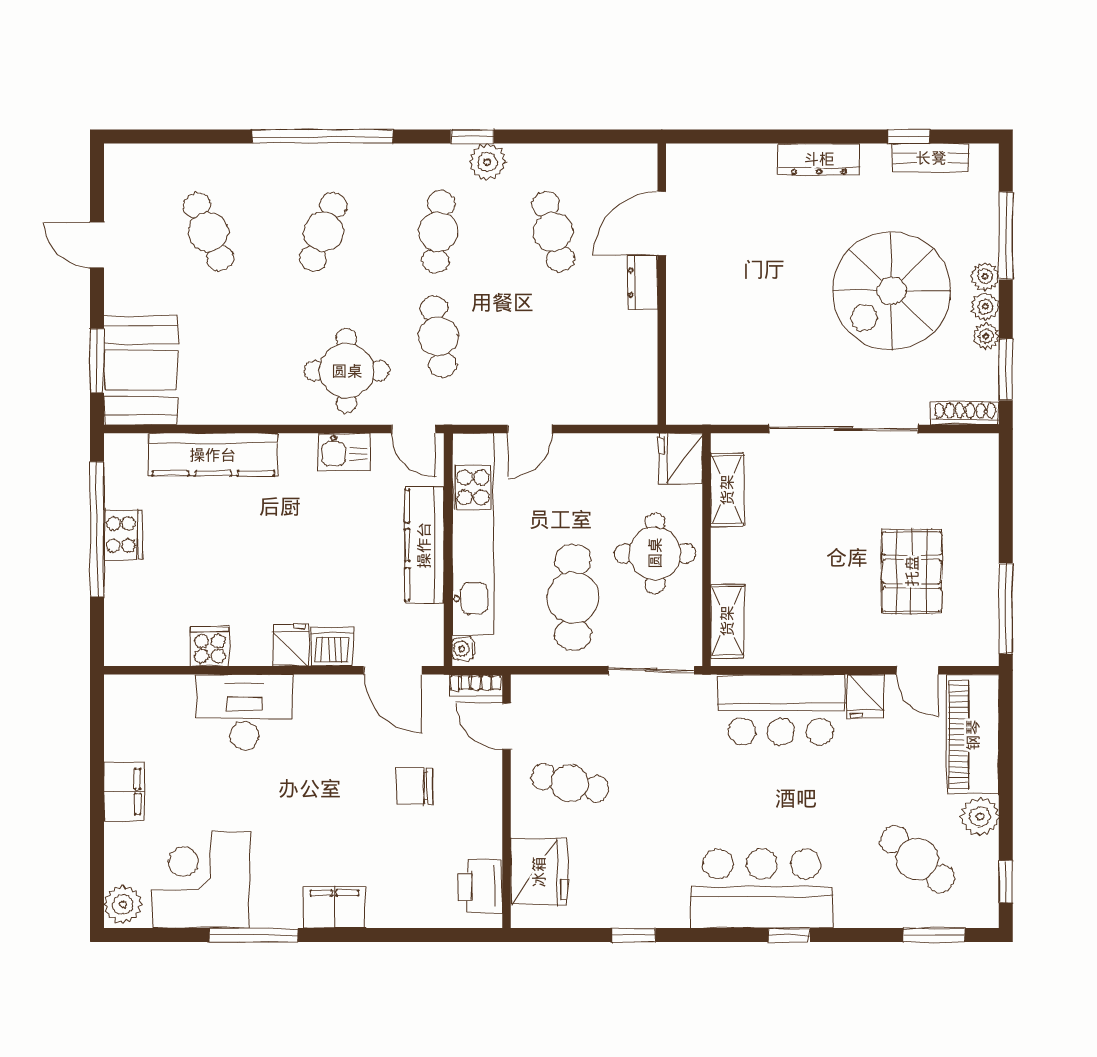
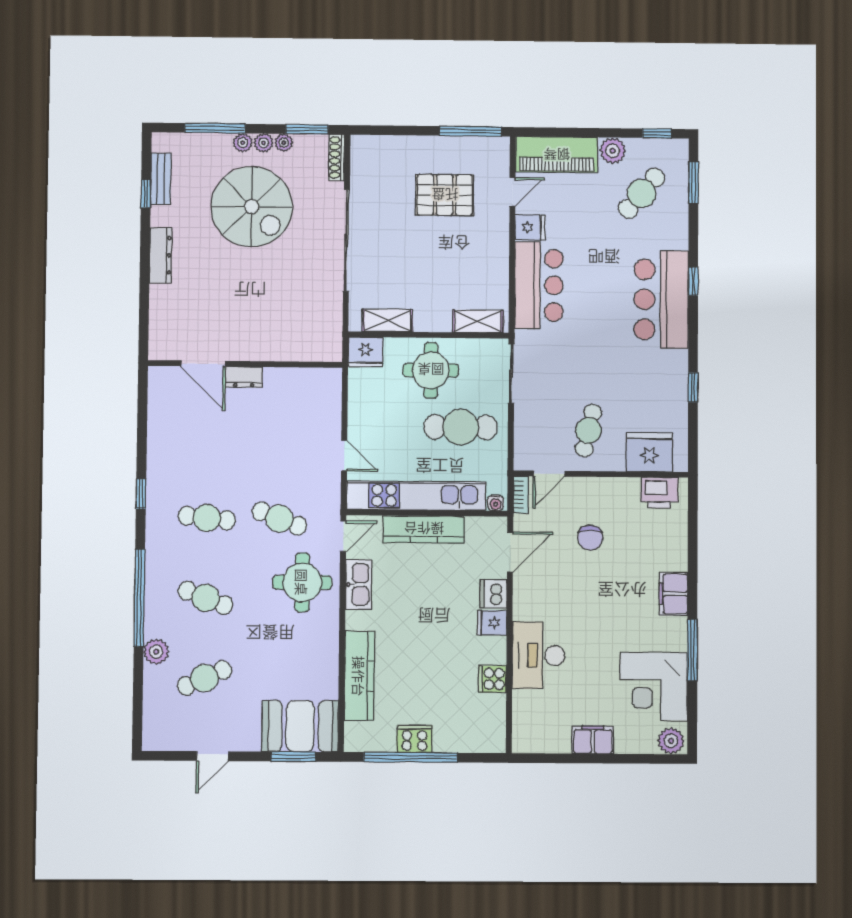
plant: (487, 162) -> (156, 652), moved
cafe table: (553, 232) -> (208, 438), removed
cafe table: (438, 337) -> (279, 519), turned 30
kitchen sink: (344, 452) -> (359, 585), width x1.38

